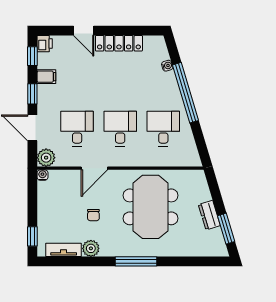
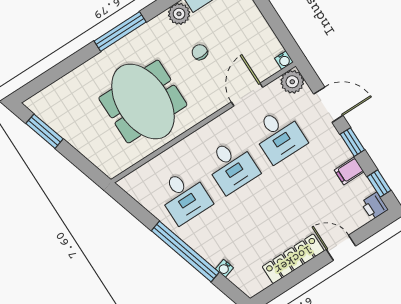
door: (94, 168) -> (247, 95), moved
dresser: (209, 215) -> (73, 134), removed

